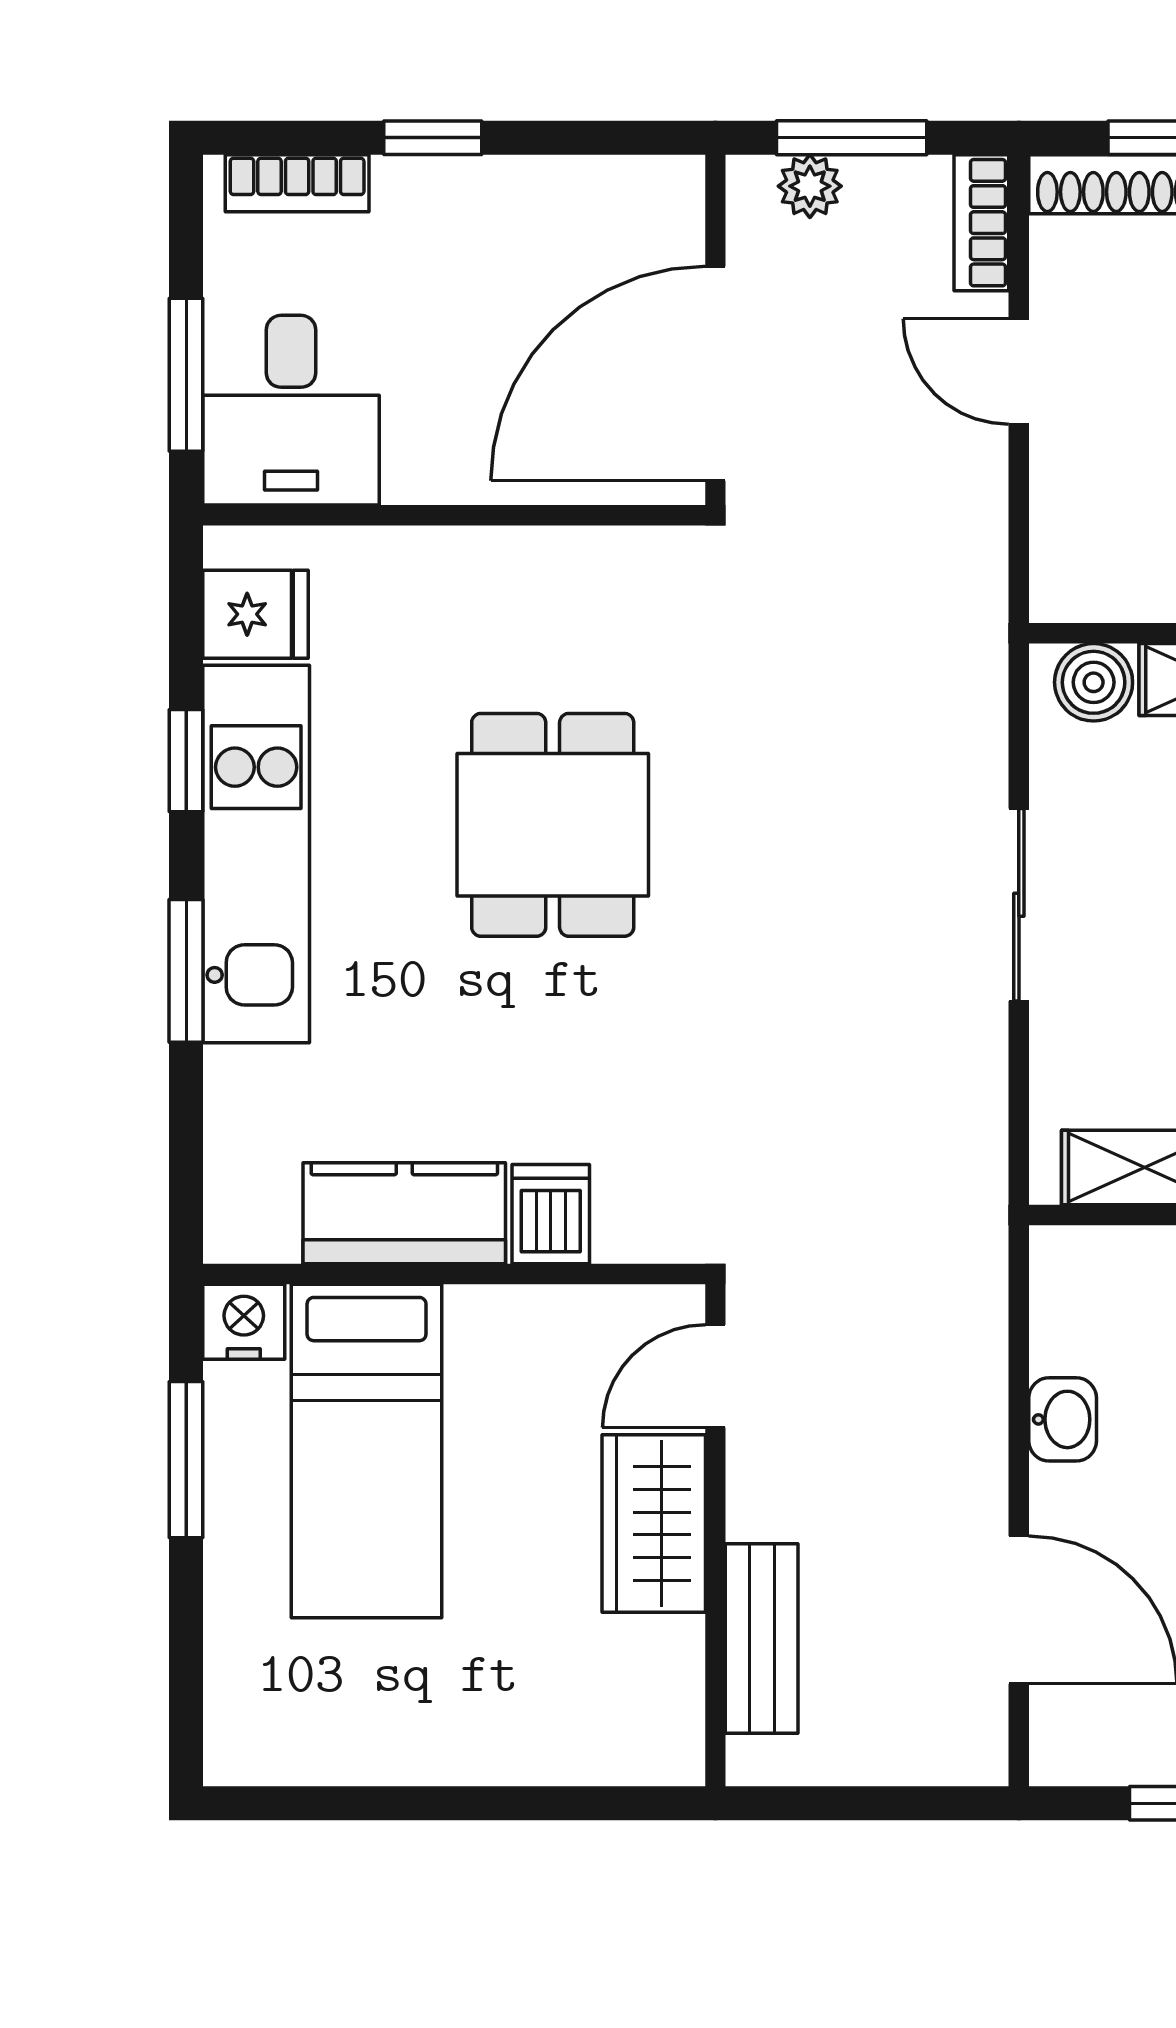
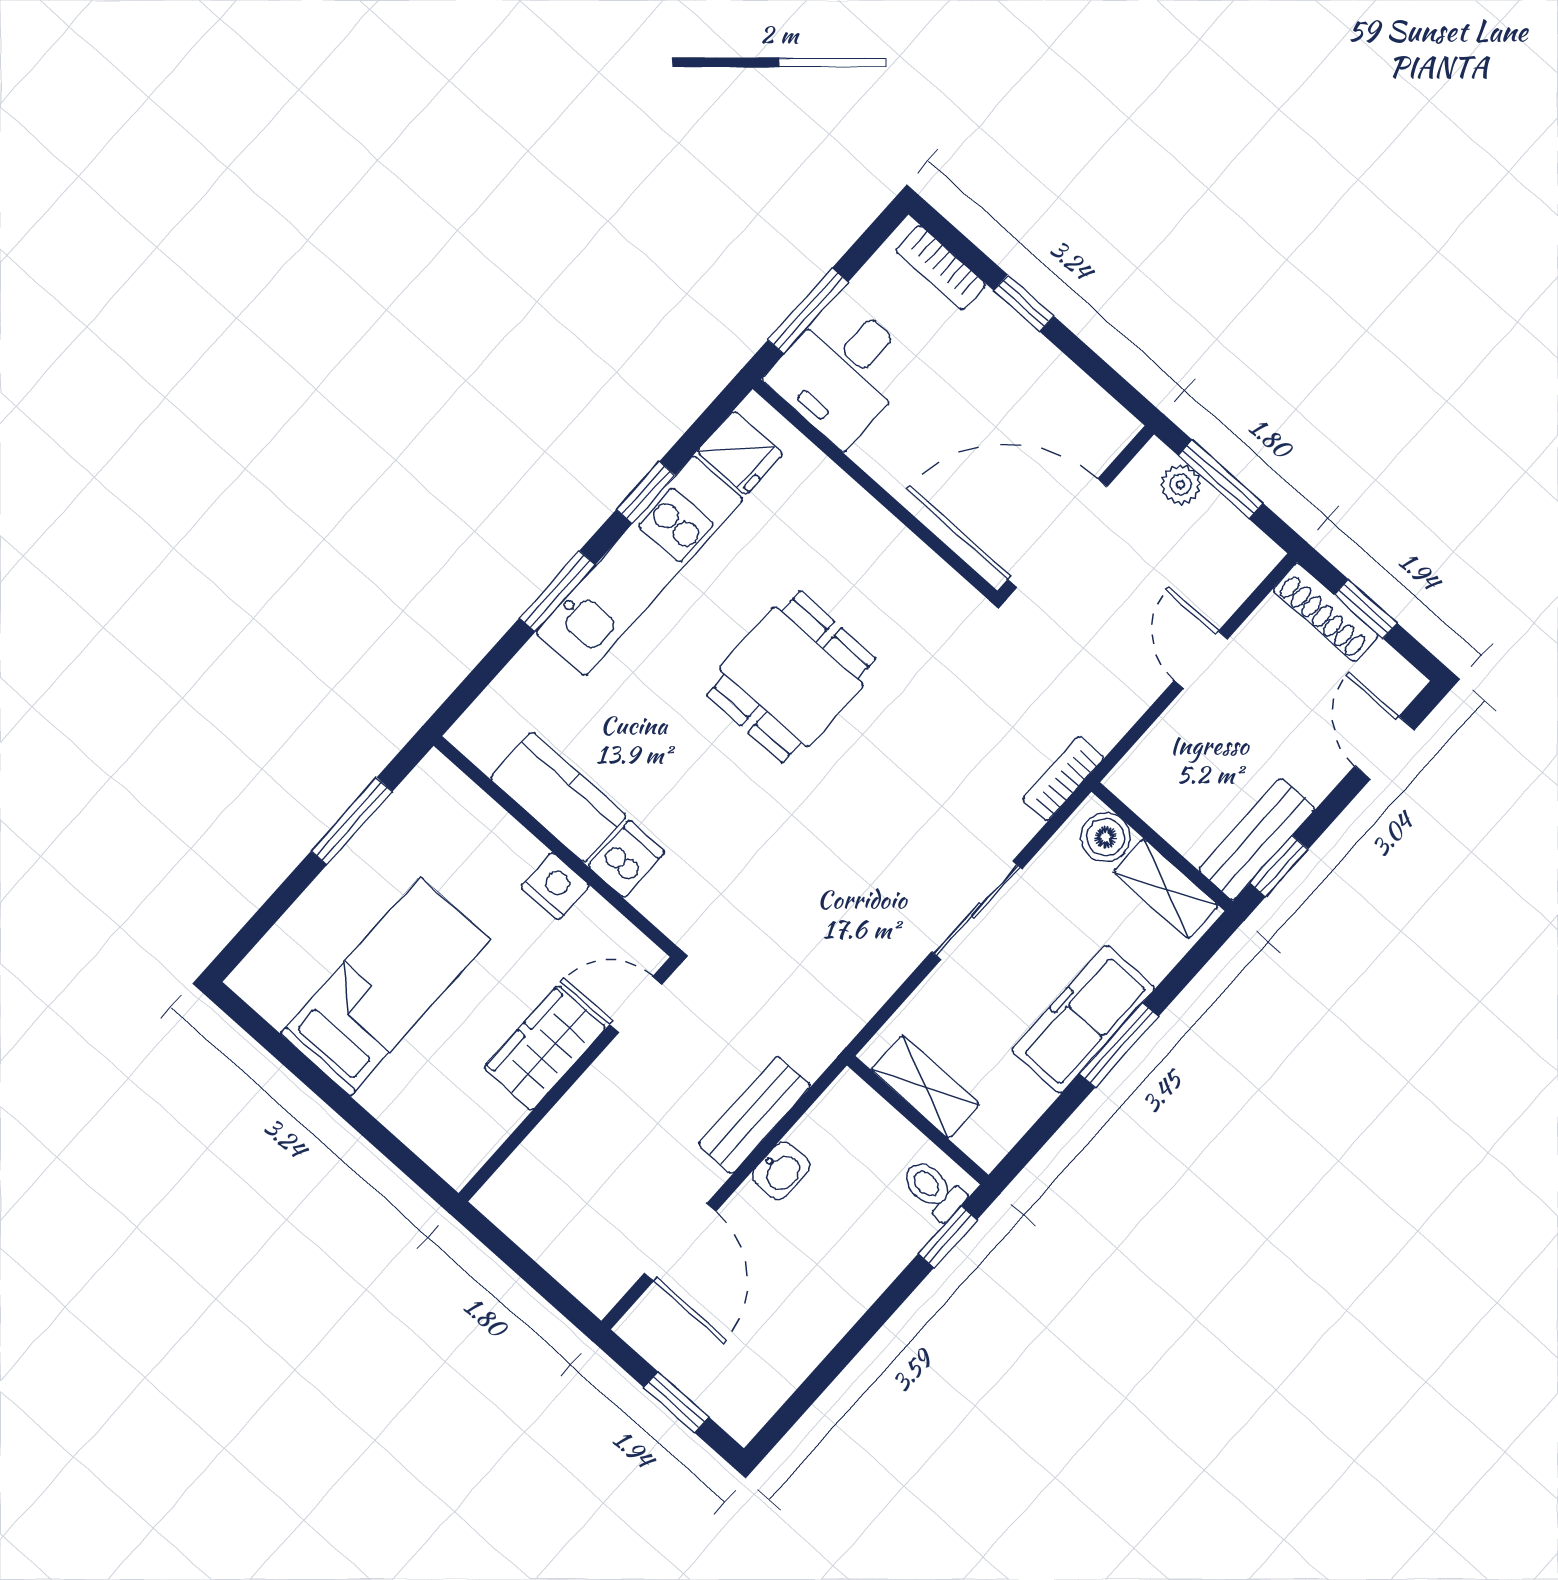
bookcase: (981, 223) -> (1063, 779), moved
nightstand: (244, 1322) -> (555, 886), moved
bed: (367, 1451) -> (385, 986), moved, turned 180
bench: (762, 1639) -> (755, 1115), moved

